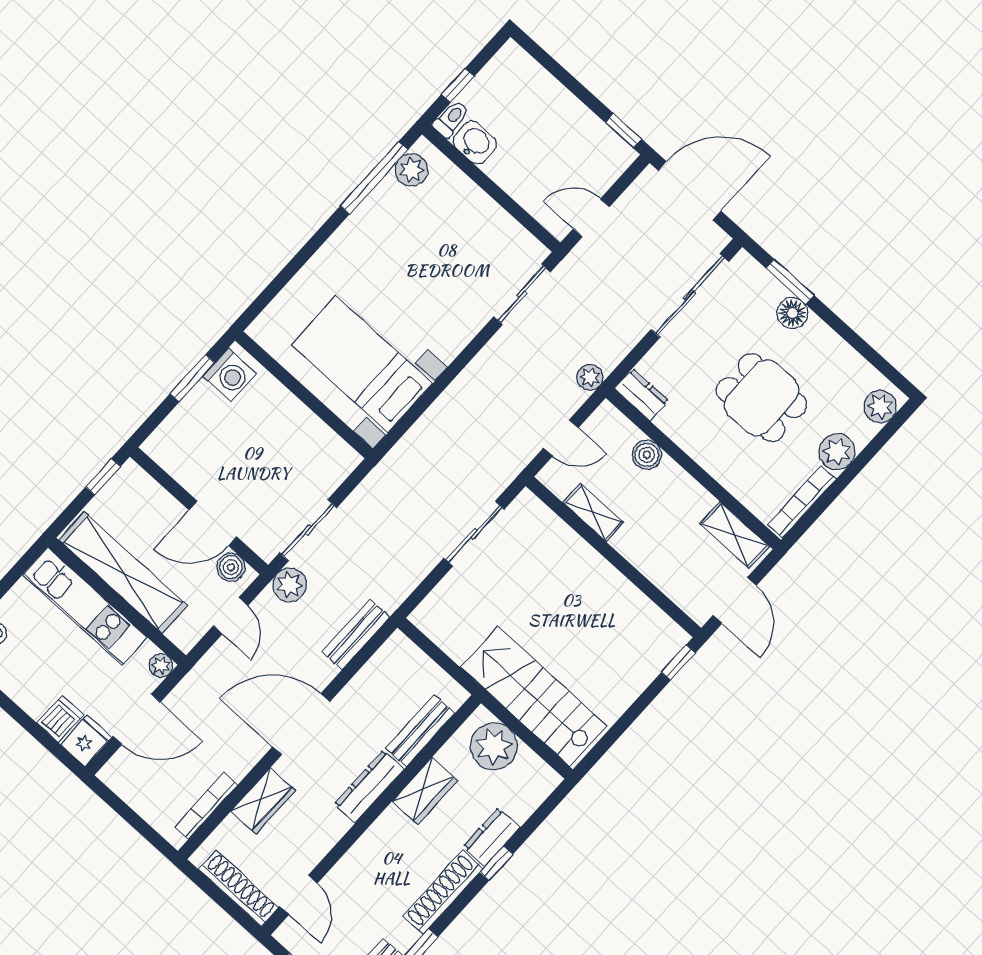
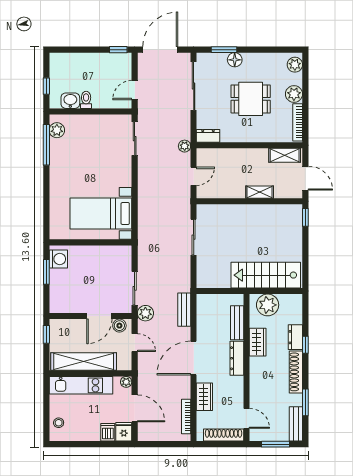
toilet: (451, 119) -> (86, 100), moved
boiler: (647, 455) -> (229, 155), removed
shelving: (593, 512) -> (260, 192), moved
door: (137, 719) -> (135, 408), hinge flipped

